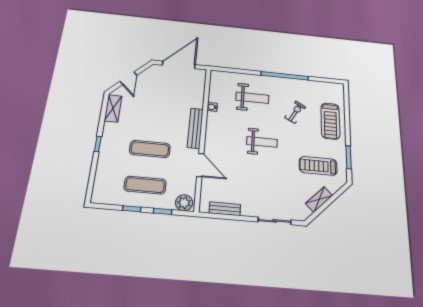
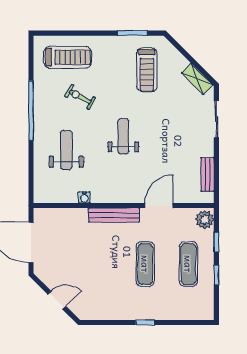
shelving: (113, 108) -> (99, 312), removed
treadmill: (330, 121) -> (68, 57), moved
shelving: (319, 199) -> (197, 79), moved

